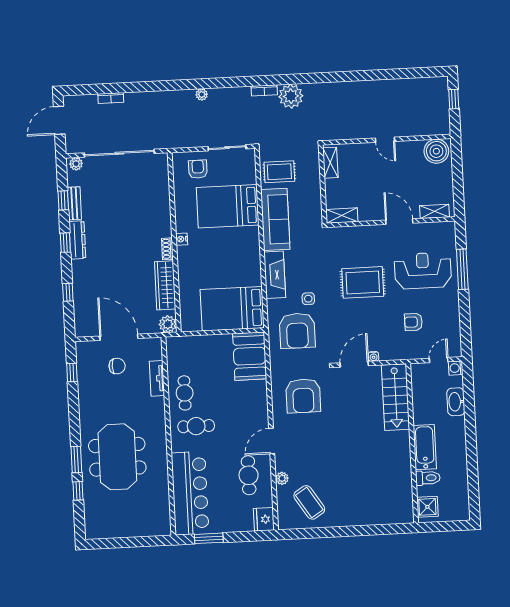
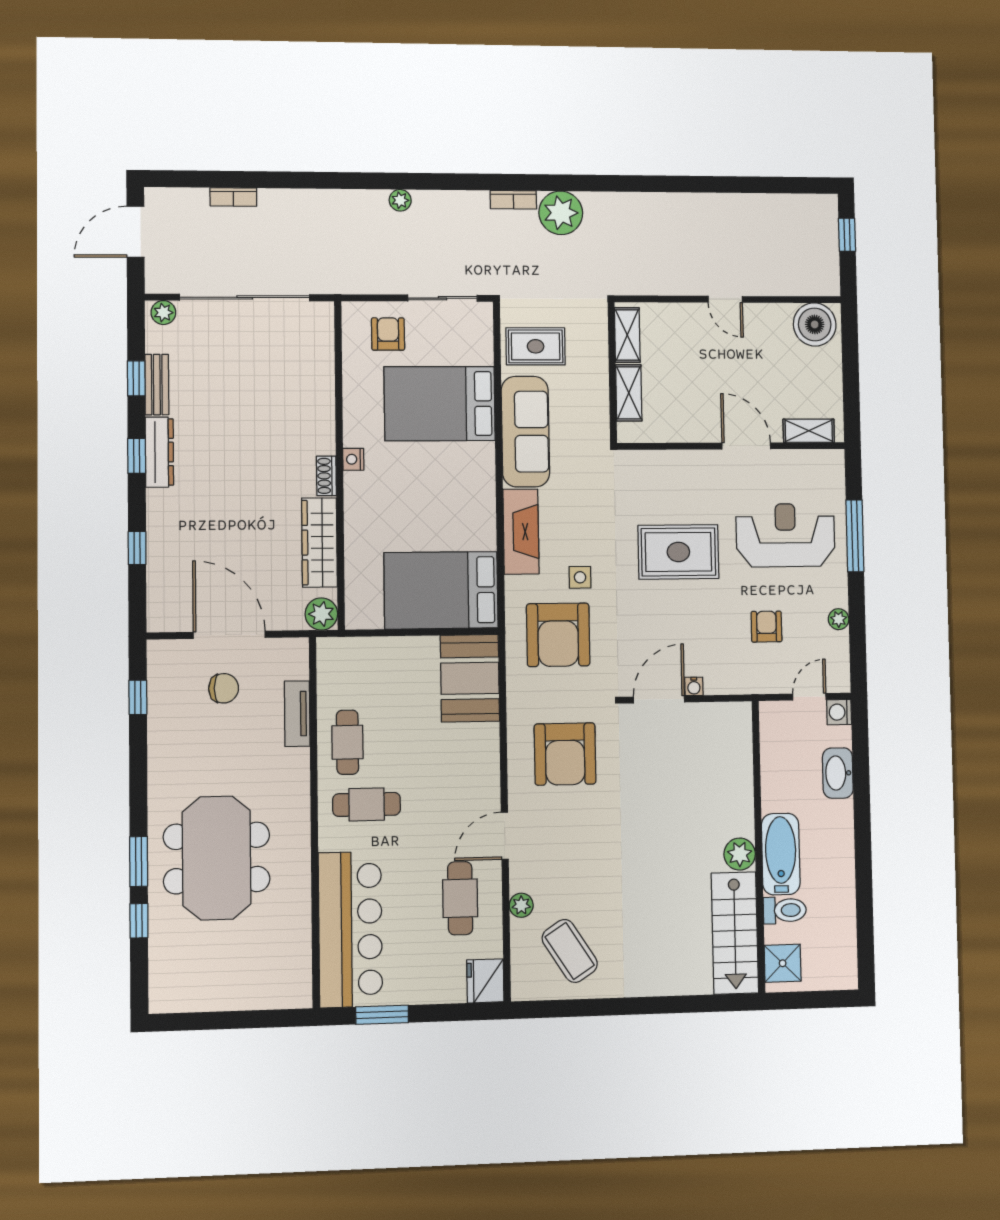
shelving: (342, 216) -> (629, 393), moved, turned 90
plant: (454, 316) -> (839, 619), added
armchair: (413, 322) -> (766, 627), turned 90
stairs: (396, 397) -> (735, 933), moved
plant: (402, 448) -> (740, 854), added

